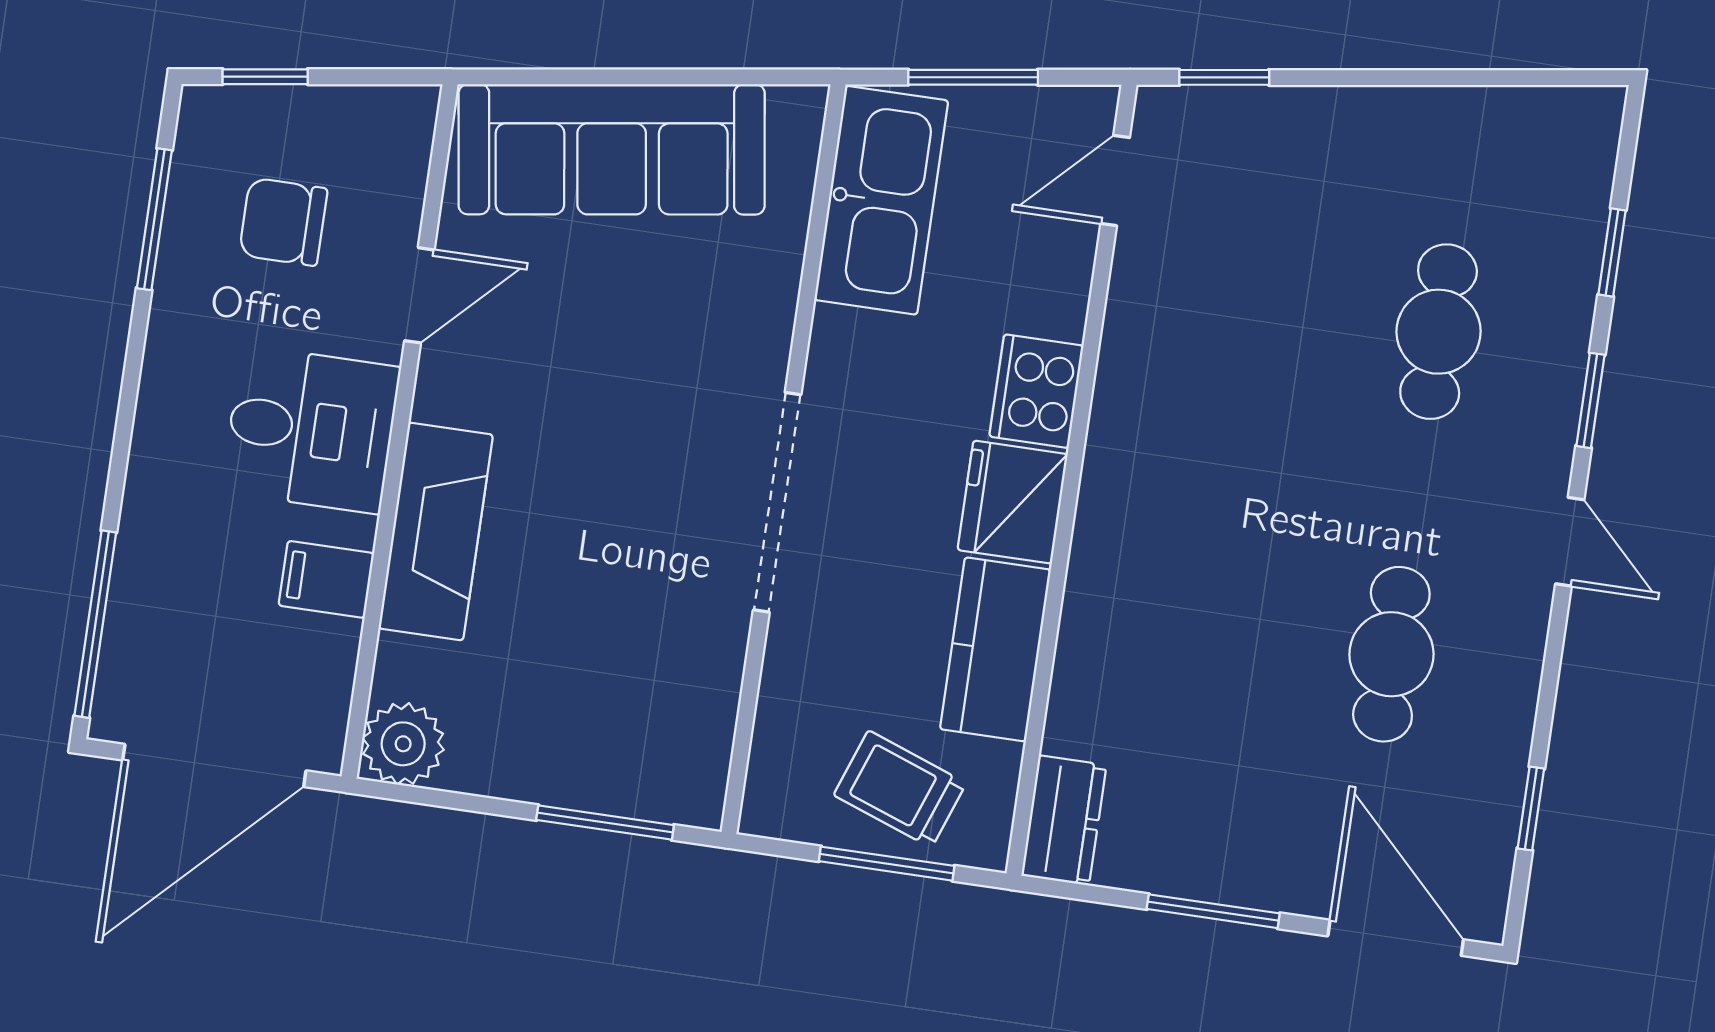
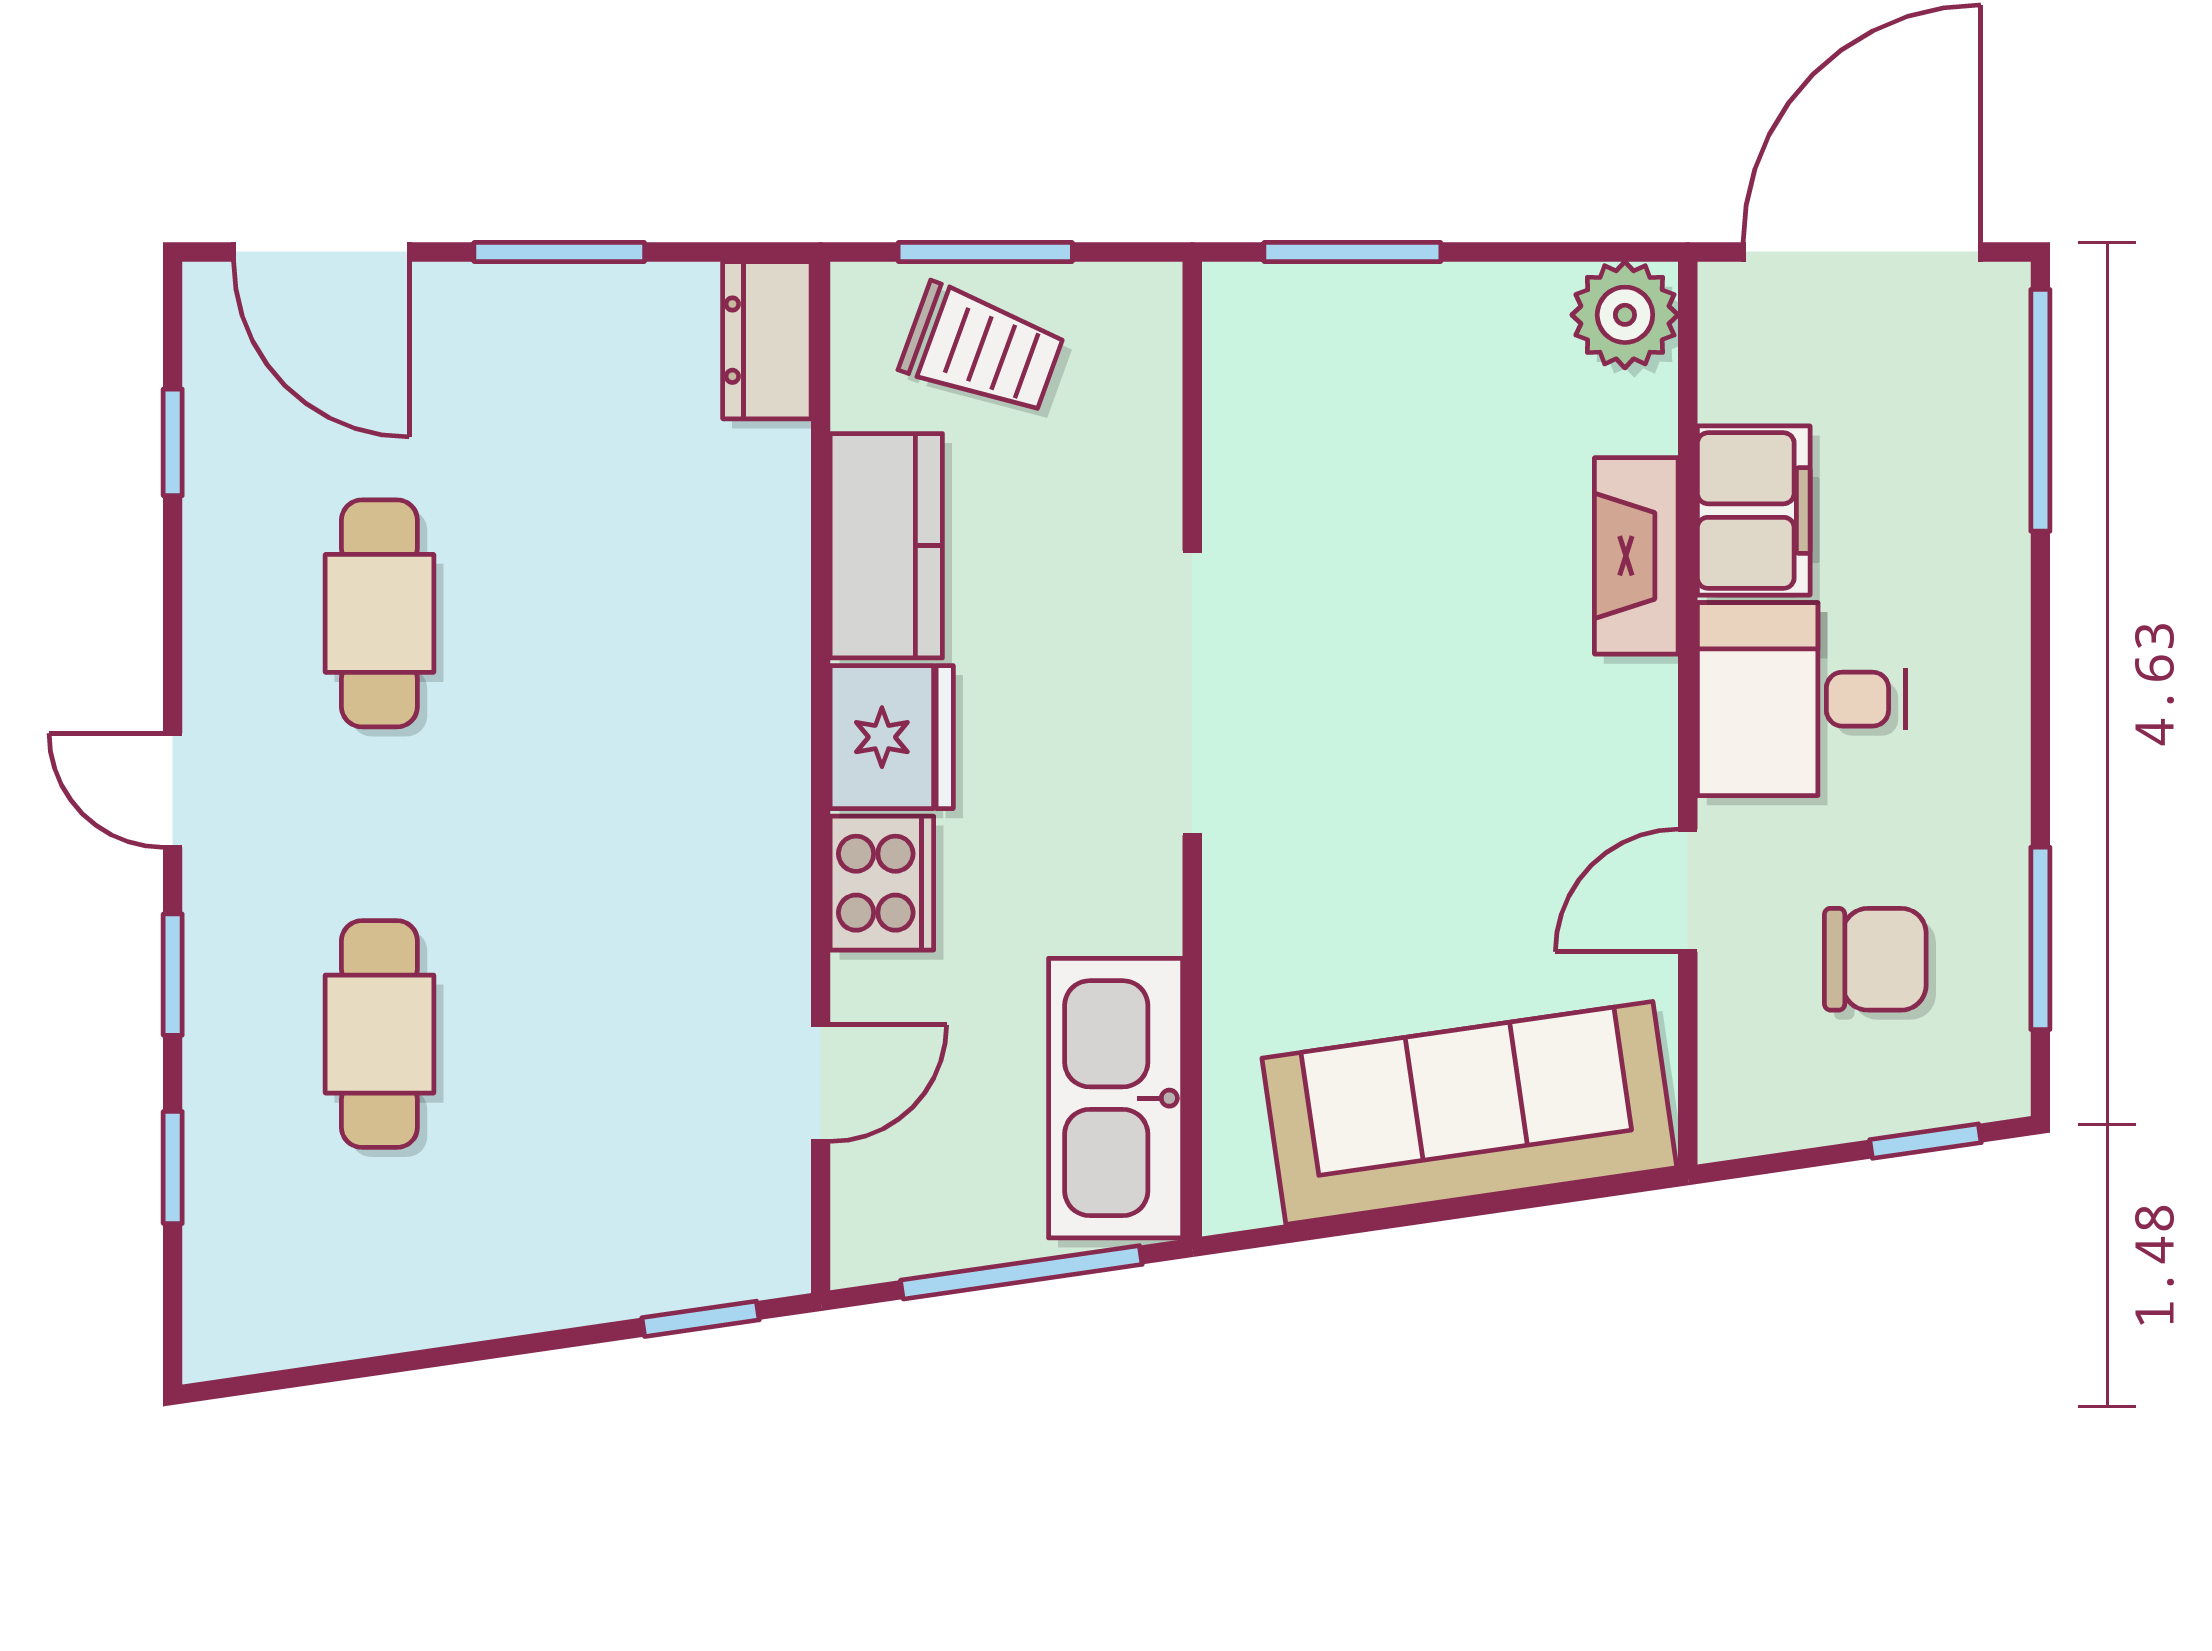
window: (973, 77) -> (1021, 1272), width x1.44
door: (1115, 181) -> (821, 1083), moved
fireplace: (436, 531) -> (1636, 556), width x0.73, depth x0.76
filing cabinet: (326, 579) -> (1754, 511), width x2.00

